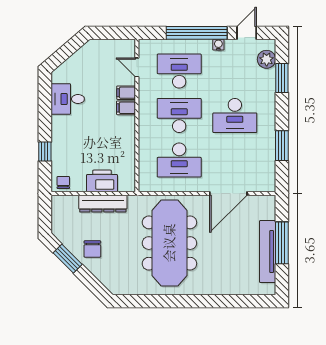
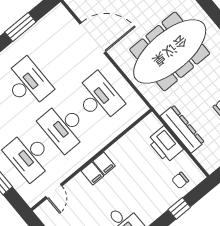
filing cabinet: (126, 93) -> (104, 164), moved
chair: (63, 182) -> (180, 180), moved

